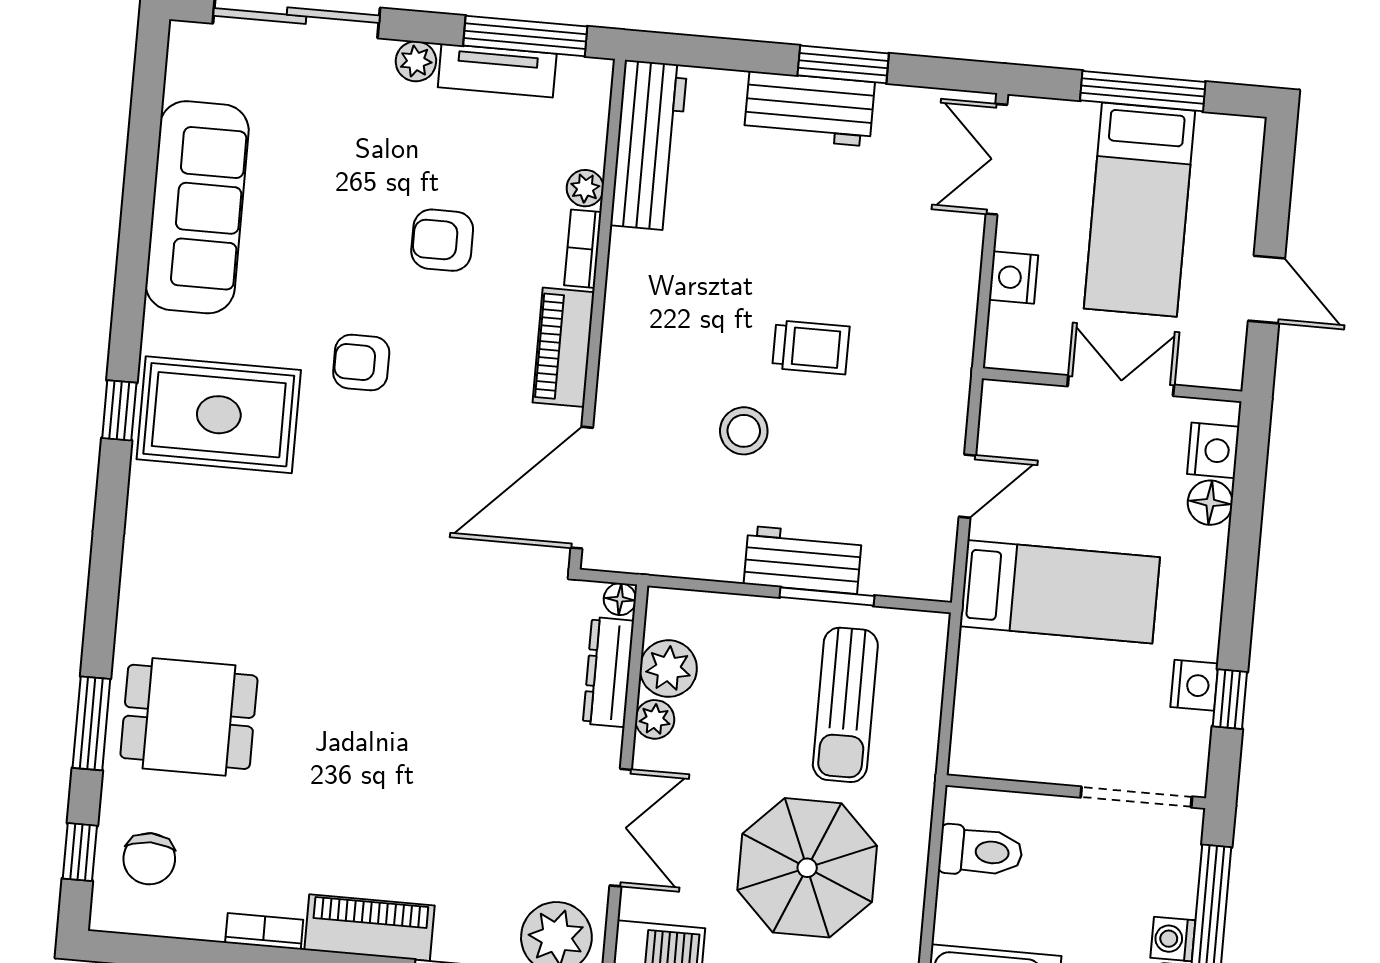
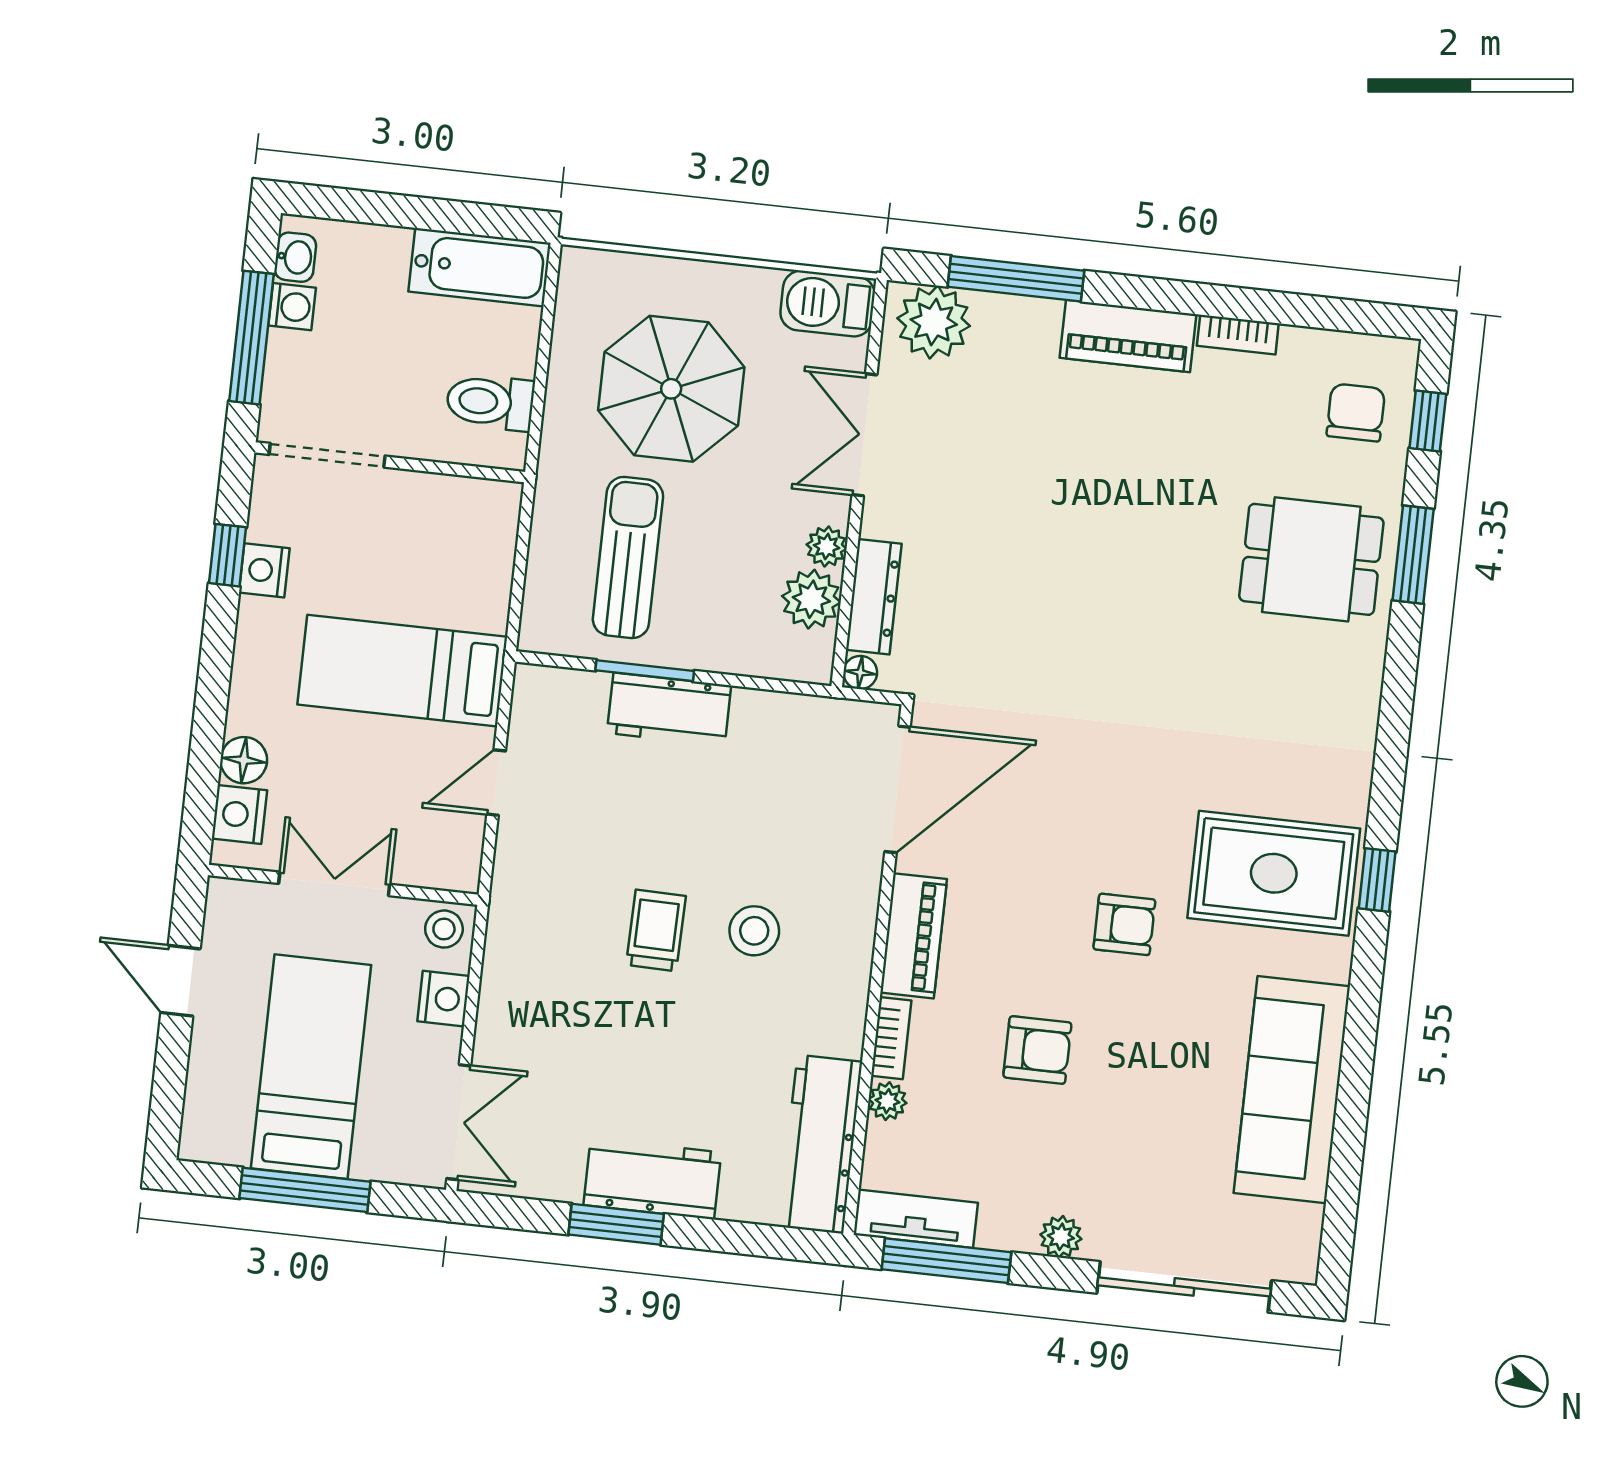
tv unit: (497, 70) -> (916, 1219), moved
stool: (1014, 344) -> (444, 929), added
trolley: (811, 347) -> (656, 931), turned 91
double door: (1121, 386) -> (334, 884), swing flipped
stool: (744, 431) -> (754, 931), moved

